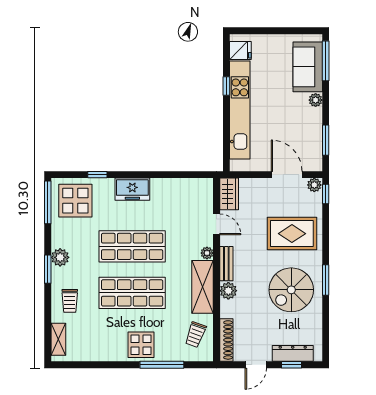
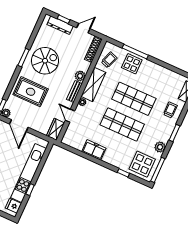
freezer: (132, 189) -> (94, 150), moved
plant: (60, 257) -> (160, 147), moved
display table: (141, 345) -> (132, 64), moved

